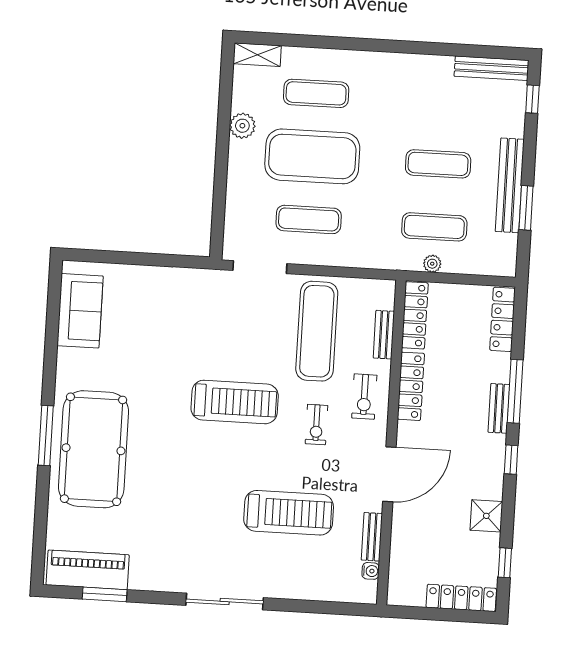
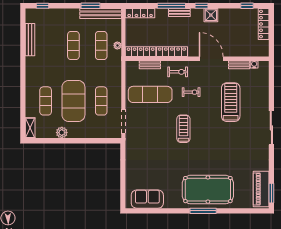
bench: (492, 68) -> (30, 40), moved
bench: (510, 185) -> (101, 13), moved
treadmill: (235, 402) -> (183, 129), width x0.73, depth x0.73
shower: (486, 516) -> (211, 15), moved
window: (105, 594) -> (271, 193), moved

